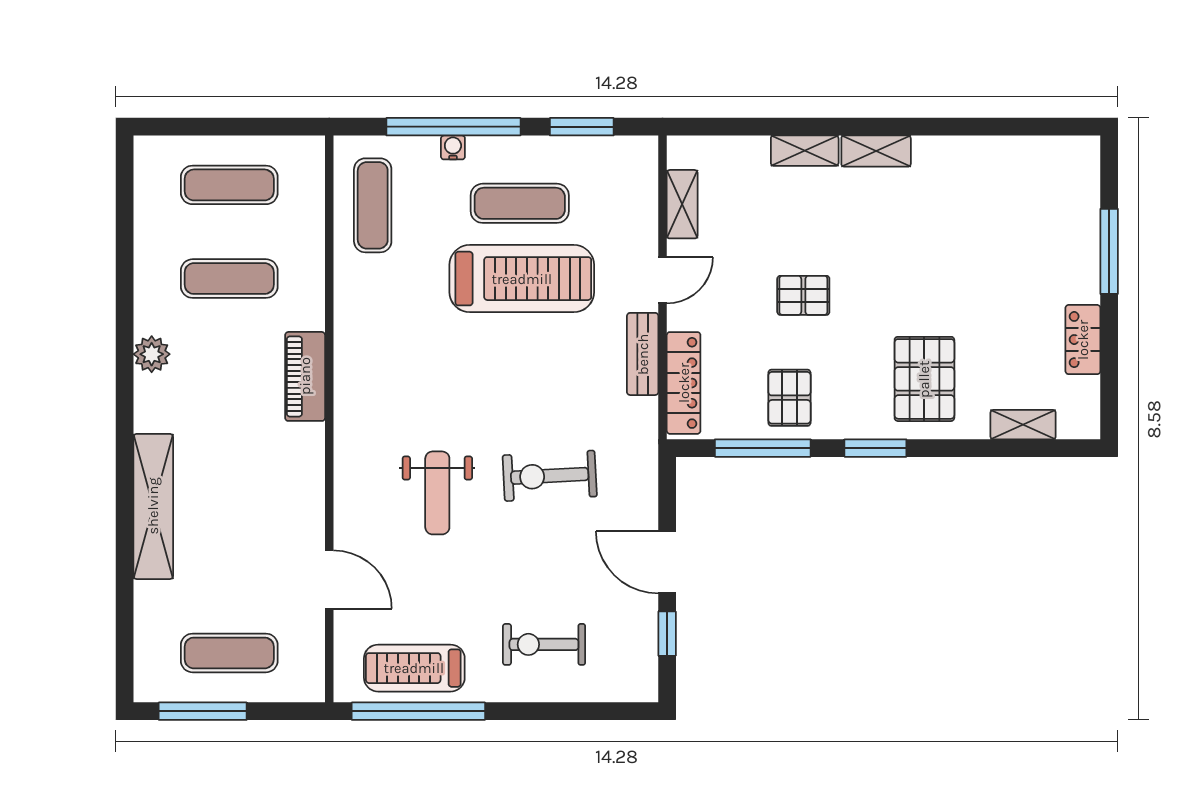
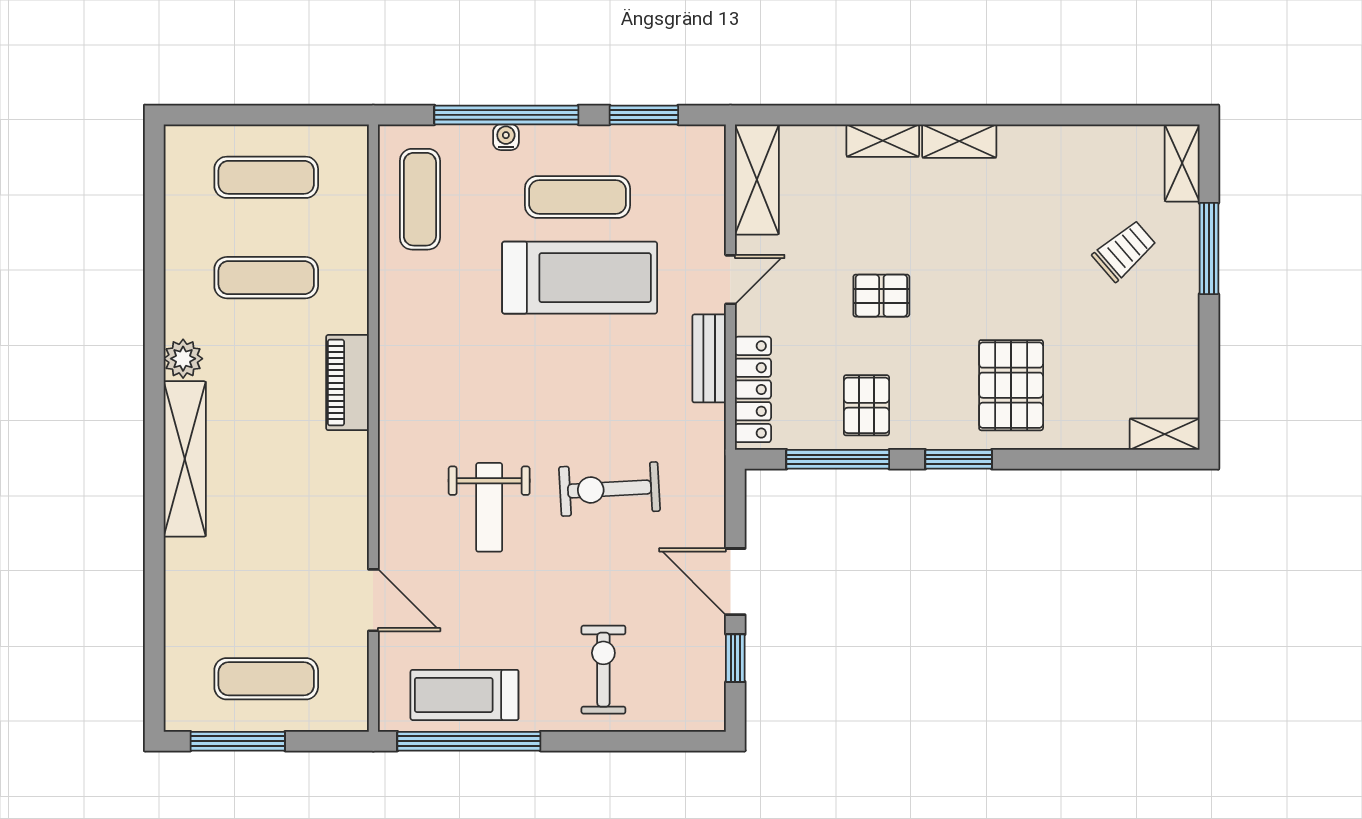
shelving: (1084, 172) -> (1182, 163), added
shelving: (682, 204) -> (757, 180), width x1.50, depth x1.33
trolley: (1030, 253) -> (1124, 251), added
locker: (1083, 340) -> (1181, 343), removed
shelving: (1023, 425) -> (1165, 434), moved
shelving: (153, 506) -> (185, 459), moved
exercise bike: (544, 644) -> (603, 670), turned 90

